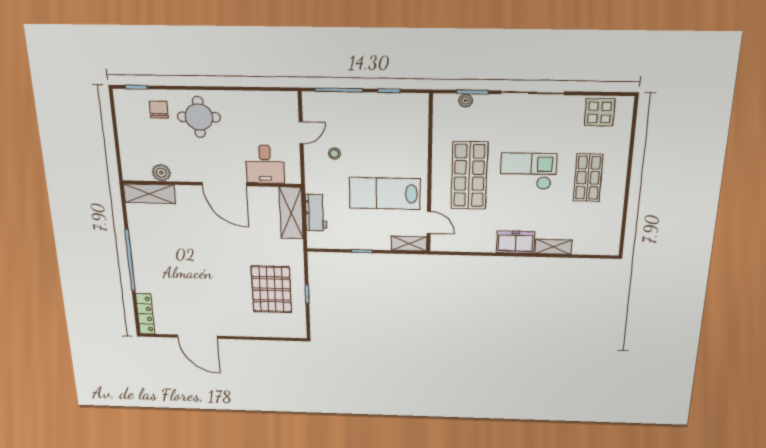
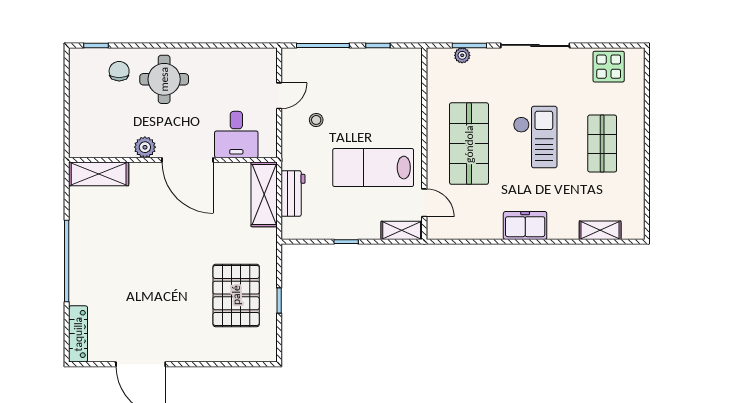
checkout: (528, 171) -> (535, 137), turned 90
plant: (161, 173) -> (145, 147), moved
shelving: (553, 247) -> (600, 230), moved

